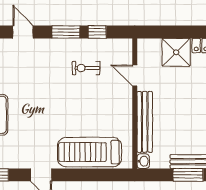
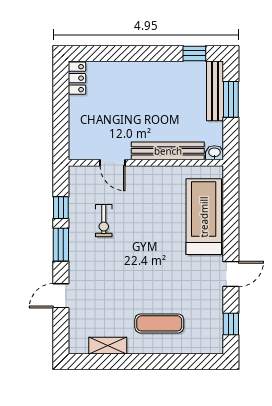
shower: (176, 52) -> (85, 114), removed
door: (135, 75) -> (113, 163), hinge flipped
treadmill: (89, 152) -> (204, 217), turned 180

